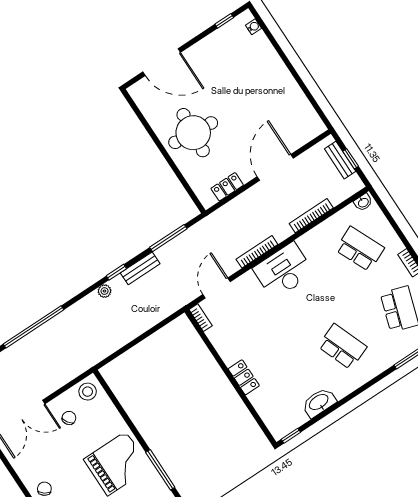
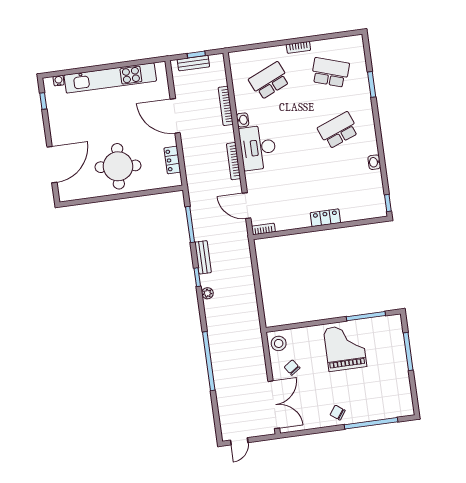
kitchen unit: (282, 80) -> (110, 78), added
washbasin: (363, 202) -> (243, 120), moved
washbasin: (319, 402) -> (374, 162), width x0.52, depth x0.69

